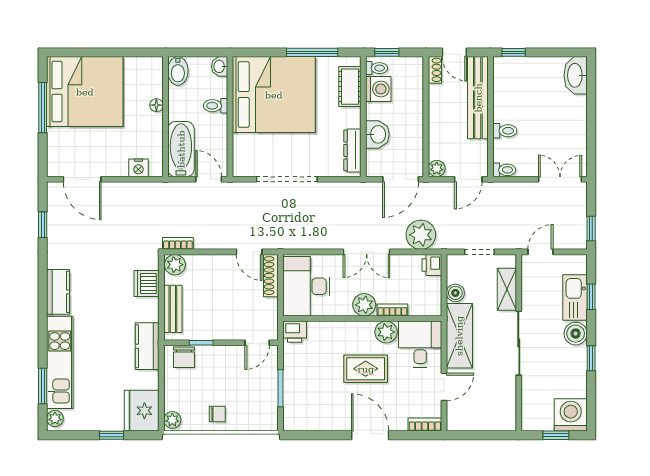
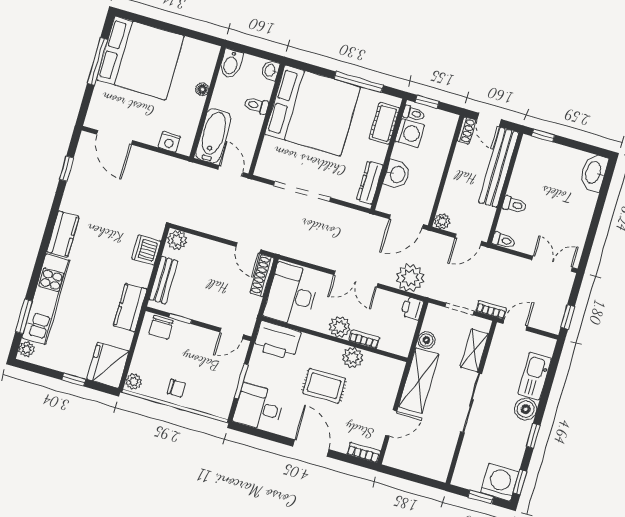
bookcase: (178, 243) -> (491, 310), moved
window: (591, 297) -> (520, 482), moved
printer: (295, 332) -> (277, 340), width x1.87, depth x1.48
desk: (420, 344) -> (259, 408), moved, turned -90

